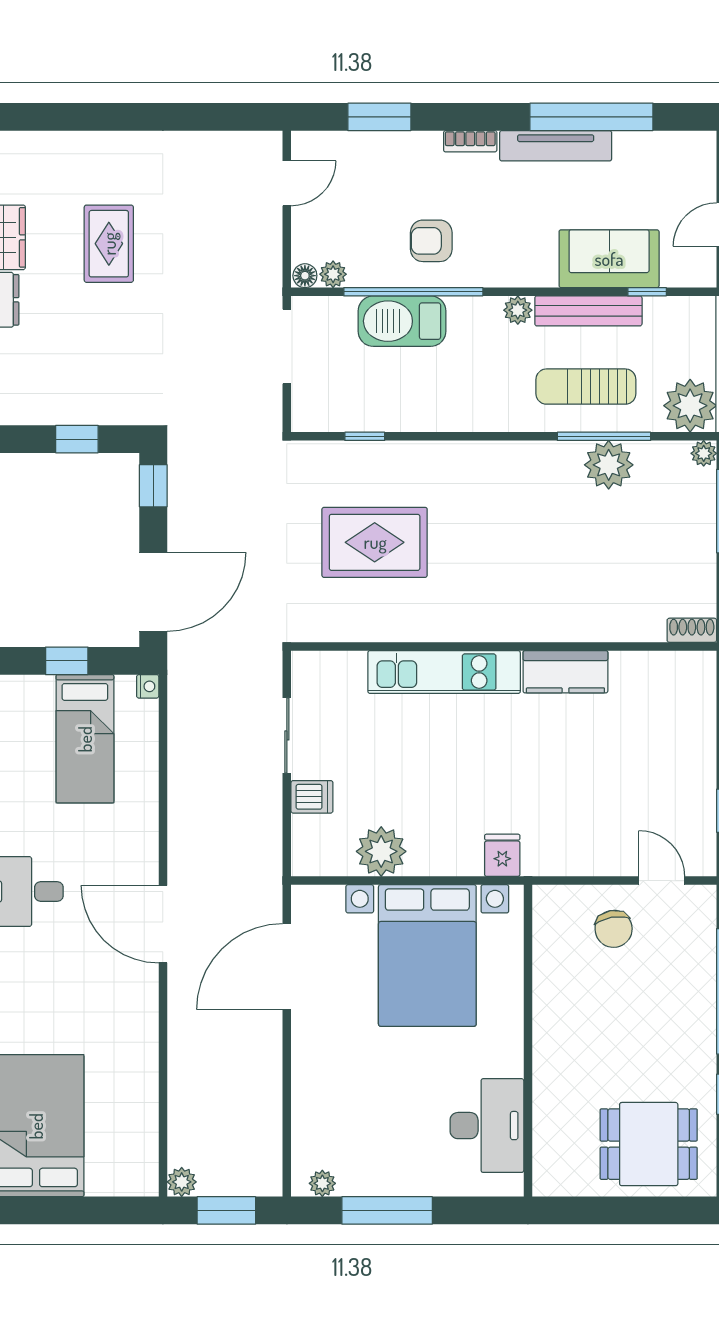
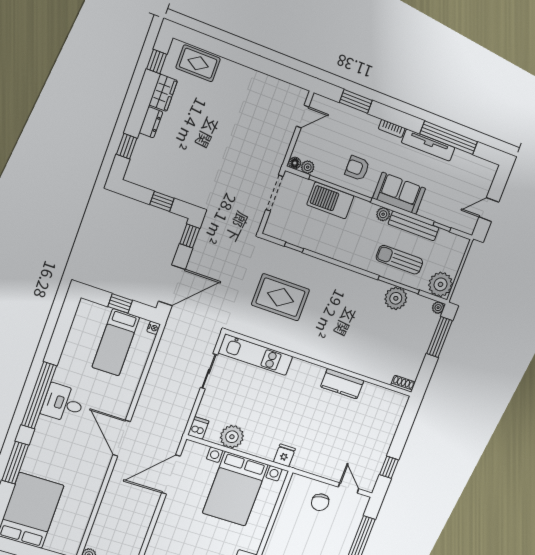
rug: (109, 244) -> (198, 63), moved, turned 90
sofa: (609, 259) -> (399, 193), moved
kitchen unit: (444, 672) -> (255, 355), moved
dishwasher: (312, 797) -> (198, 428), moved, turned -90

